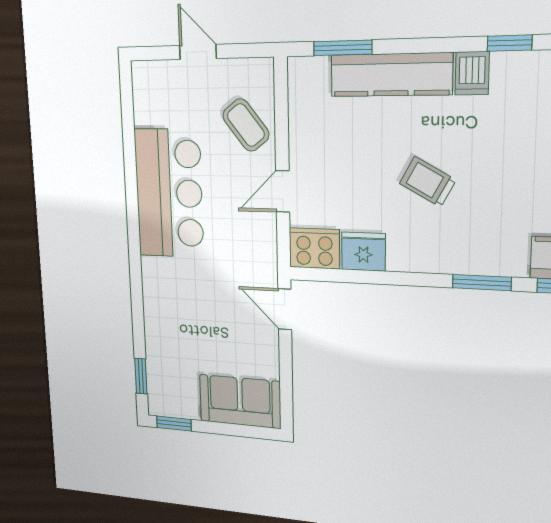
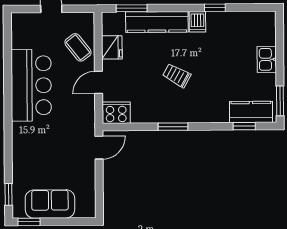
fridge: (363, 252) -> (112, 47), moved, turned 90
window: (482, 283) -> (173, 127), moved
door: (285, 309) -> (99, 148), swing flipped
sofa: (240, 401) -> (50, 204), moved

